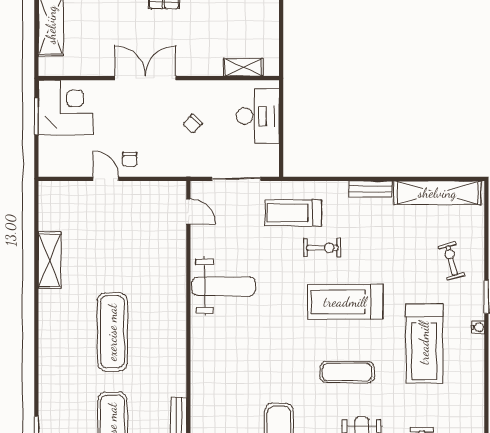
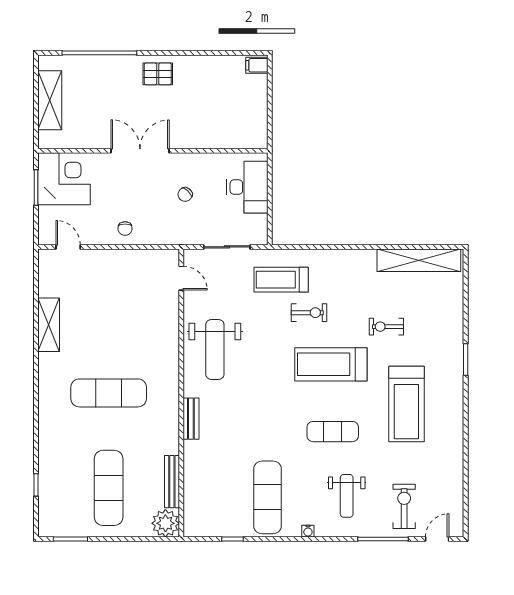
shelving: (243, 67) -> (234, 140), removed
door: (106, 179) -> (68, 247), moved
bench: (370, 189) -> (191, 419), moved, turned 90
exercise bike: (451, 261) -> (386, 327), moved, turned -75
weight bench: (224, 286) -> (215, 349), turned 90
water cooler: (478, 327) -> (458, 388), removed
exercise mat: (112, 332) -> (109, 393), turned 90

